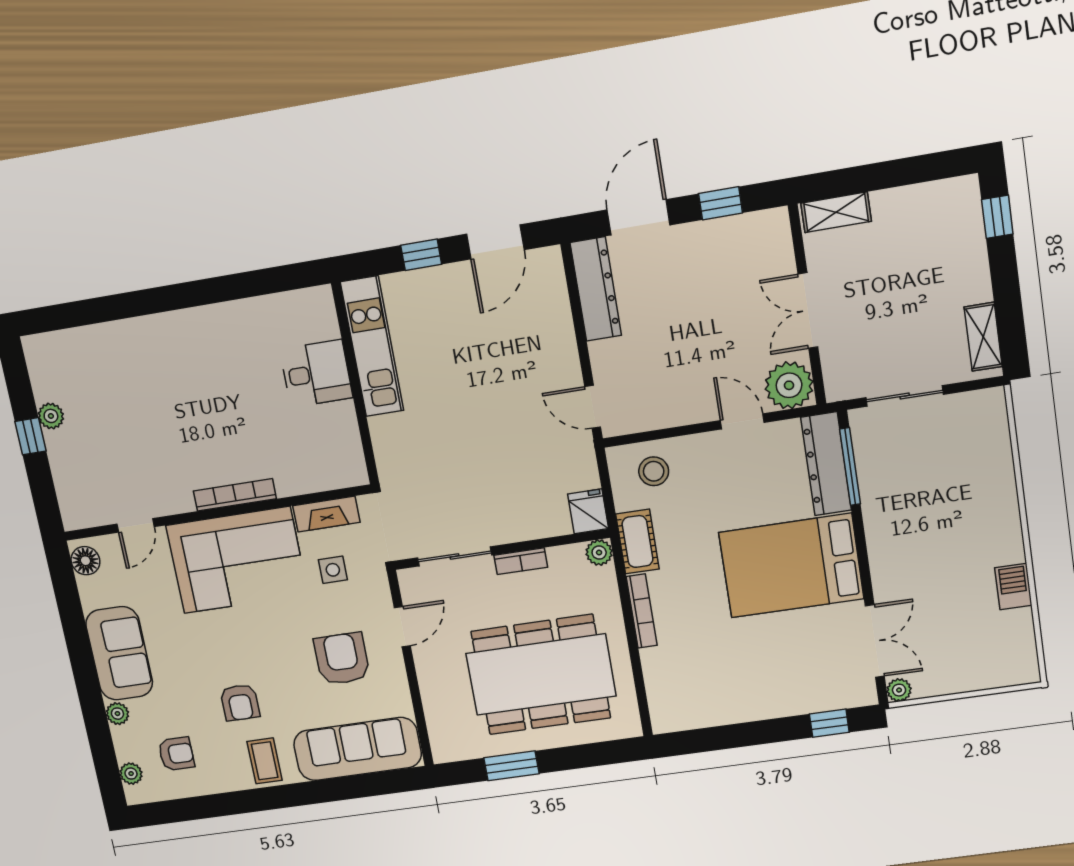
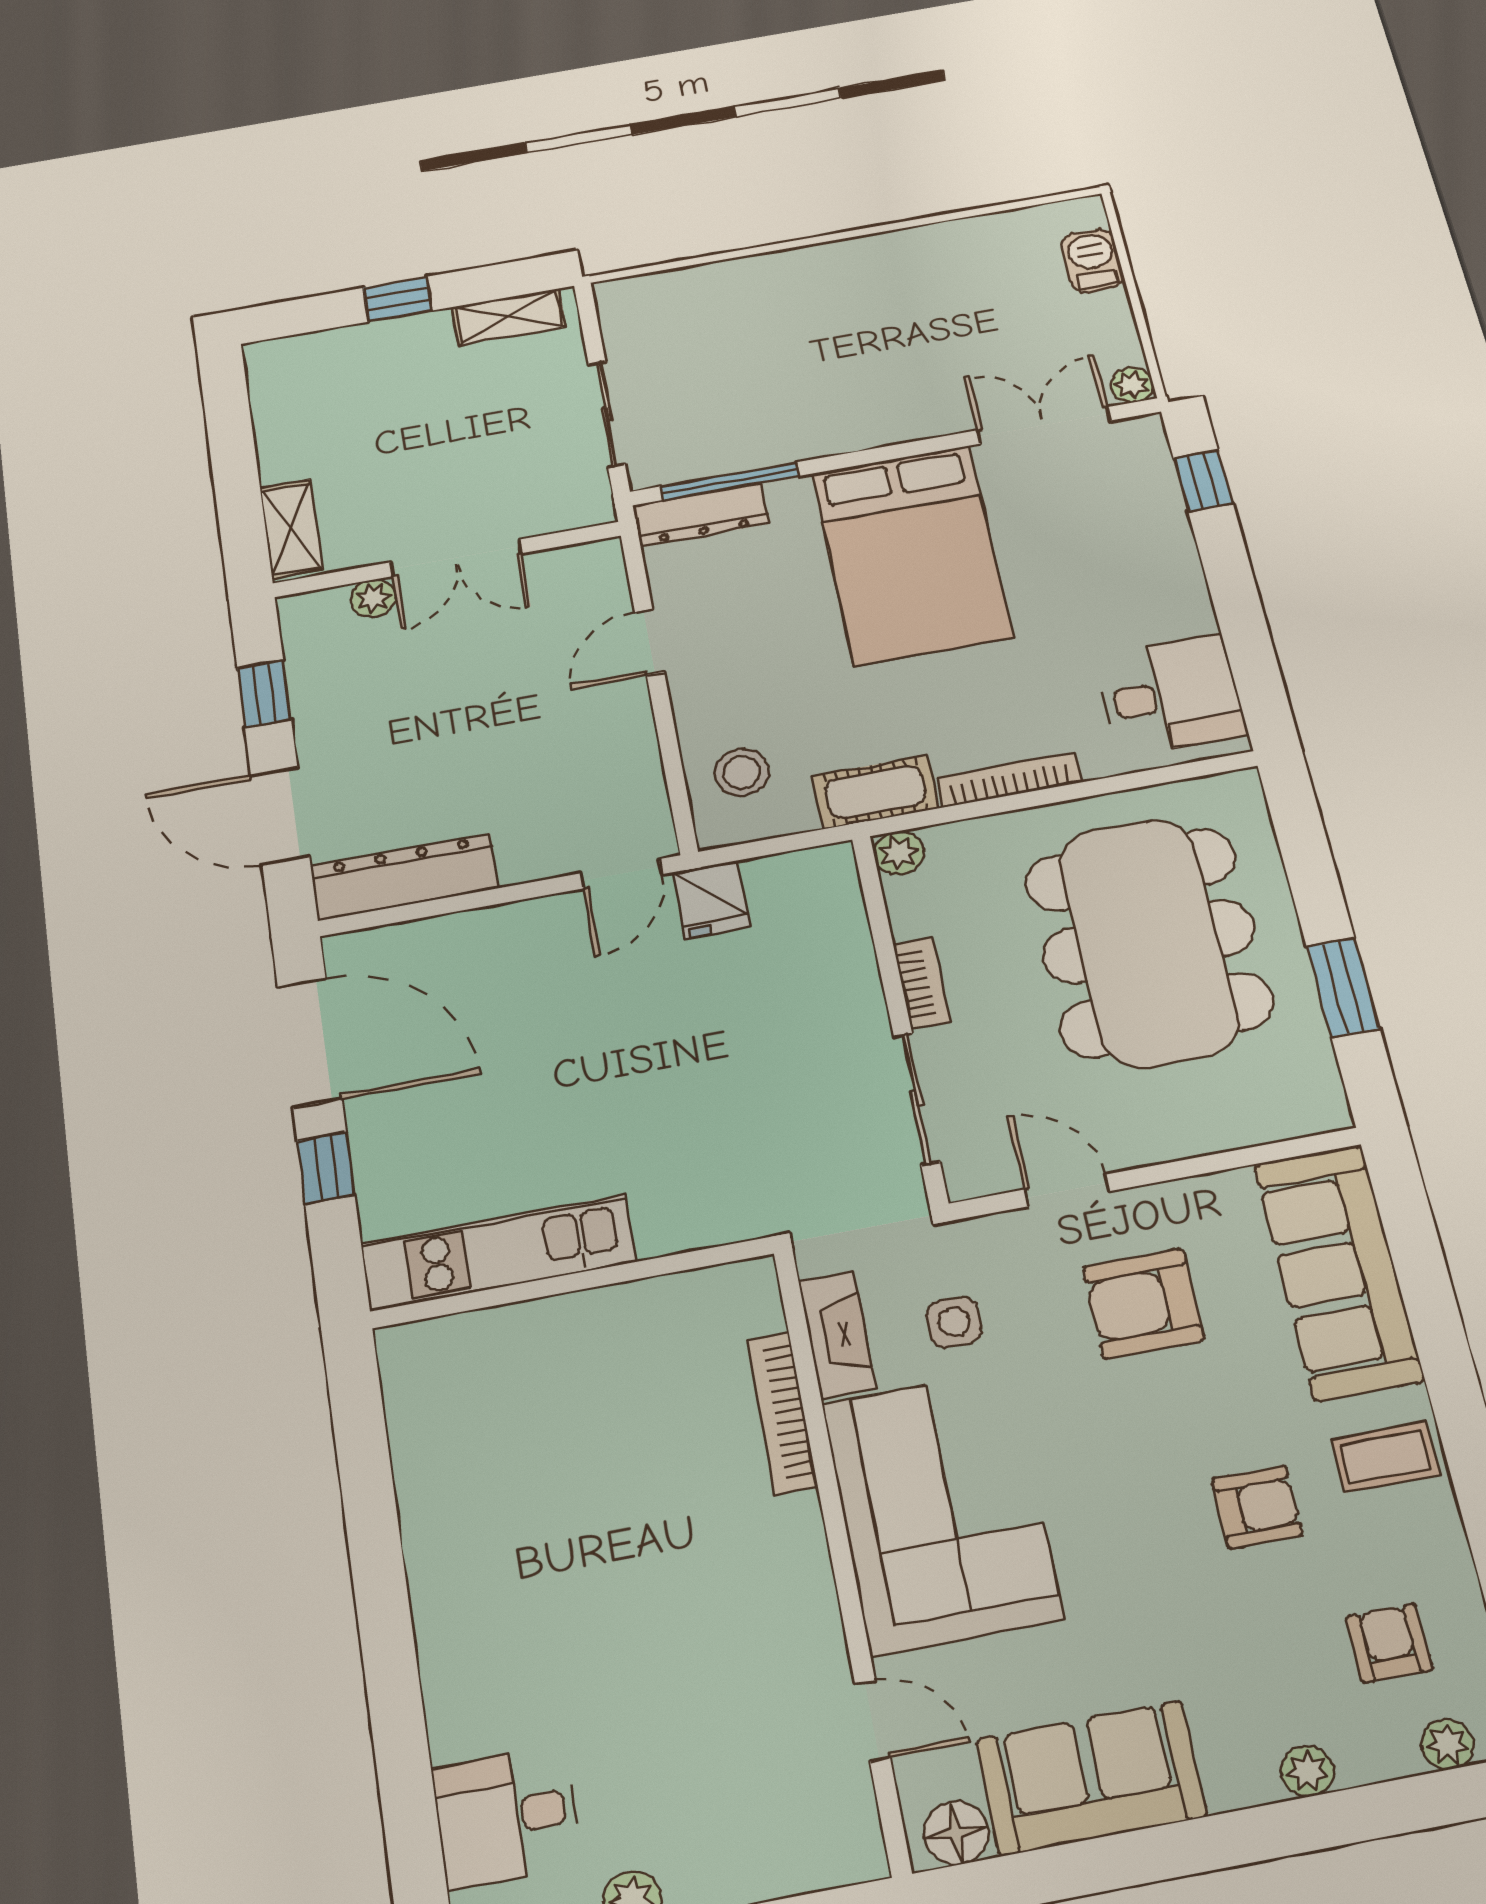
window: (997, 217) -> (397, 299), moved
door: (495, 242) -> (309, 1043), width x1.36
desk: (316, 373) -> (507, 1817), moved, turned -90
plant: (789, 385) -> (373, 598), moved, width x0.53, depth x0.53
dresser: (826, 464) -> (701, 514), width x0.73, depth x0.80
bookcase: (235, 495) -> (782, 1412), moved
fridge: (588, 511) -> (711, 899), moved, turned -90
barbecue: (1013, 586) -> (1093, 261), moved, turned 90
sofa: (119, 653) -> (1091, 1778), moved
desk: (690, 696) -> (1171, 695), added

